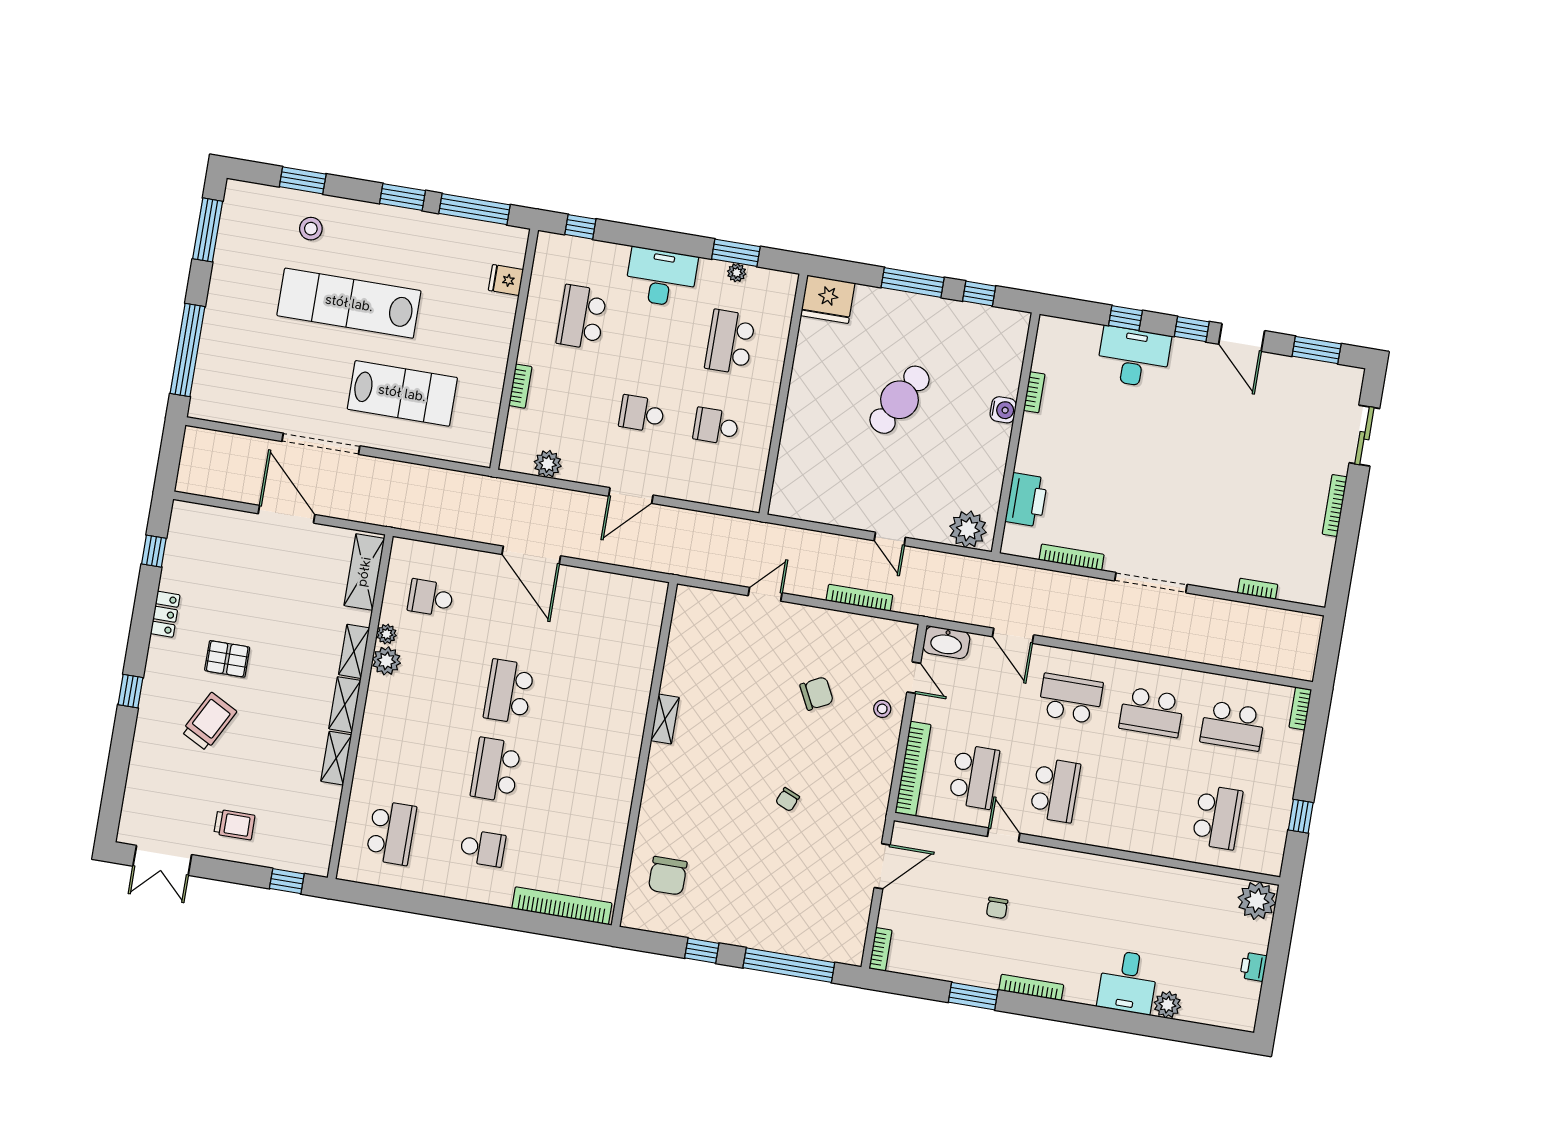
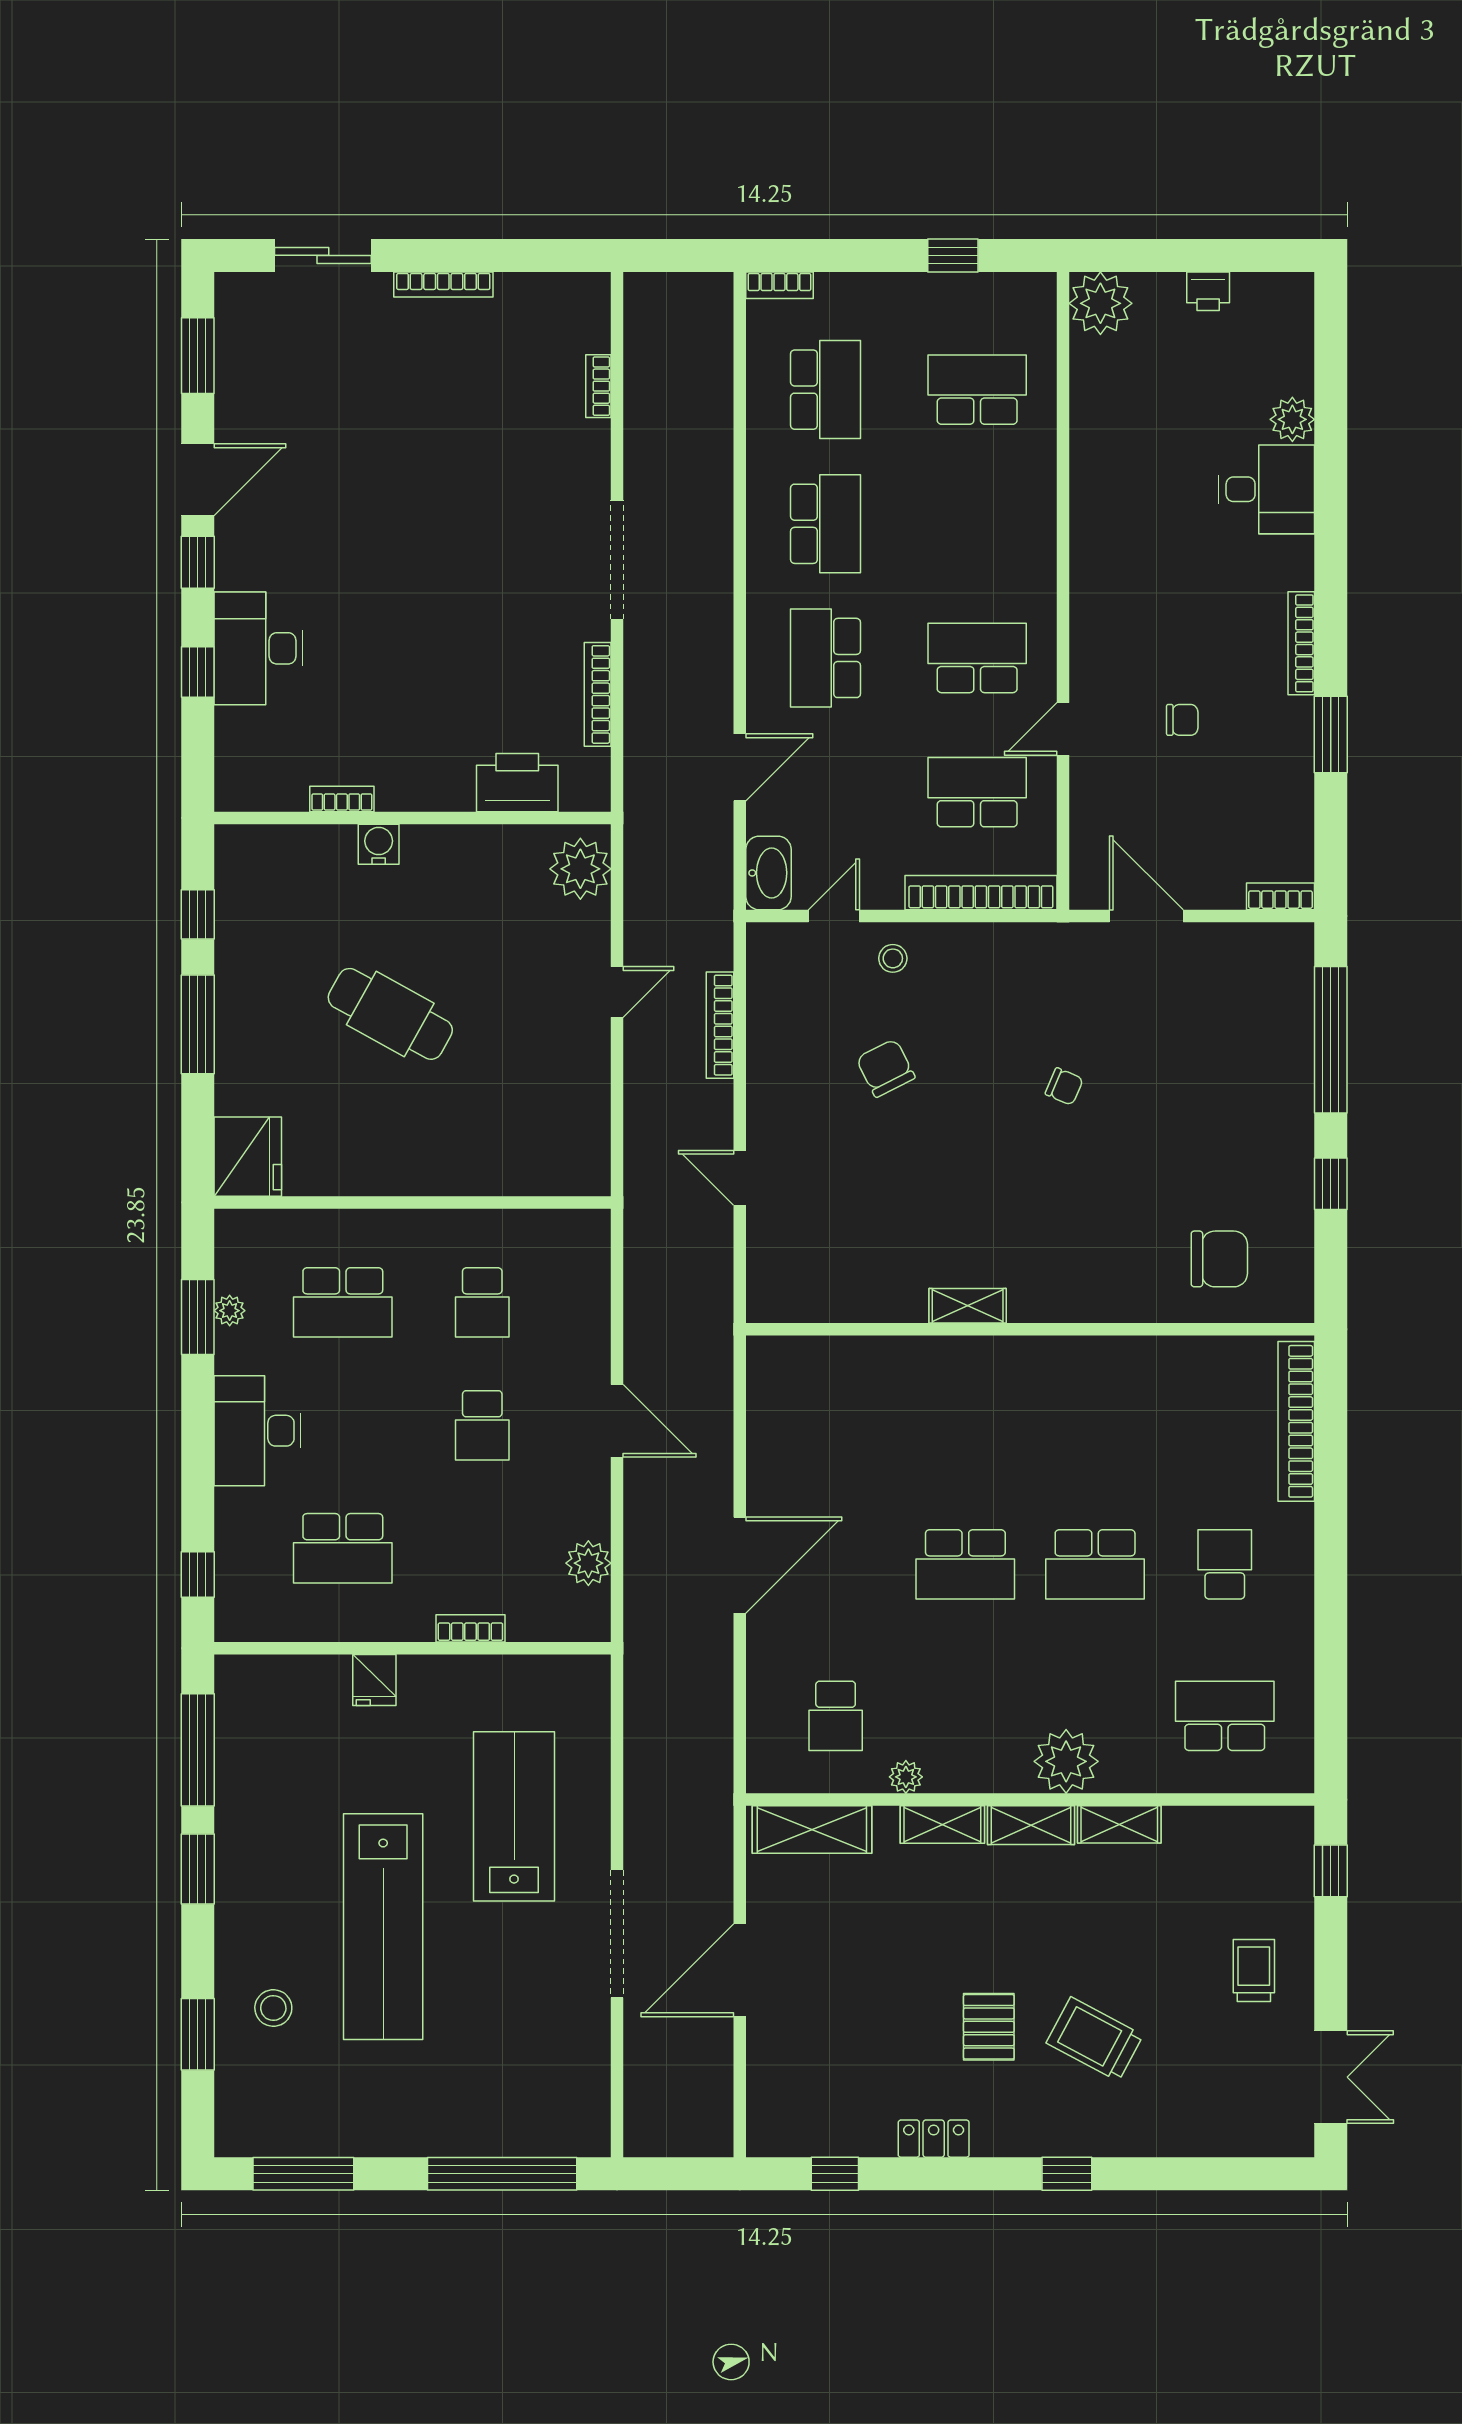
fridge: (506, 280) -> (374, 1680), moved
plant: (386, 661) -> (1066, 1761), moved, width x1.36, depth x1.36

